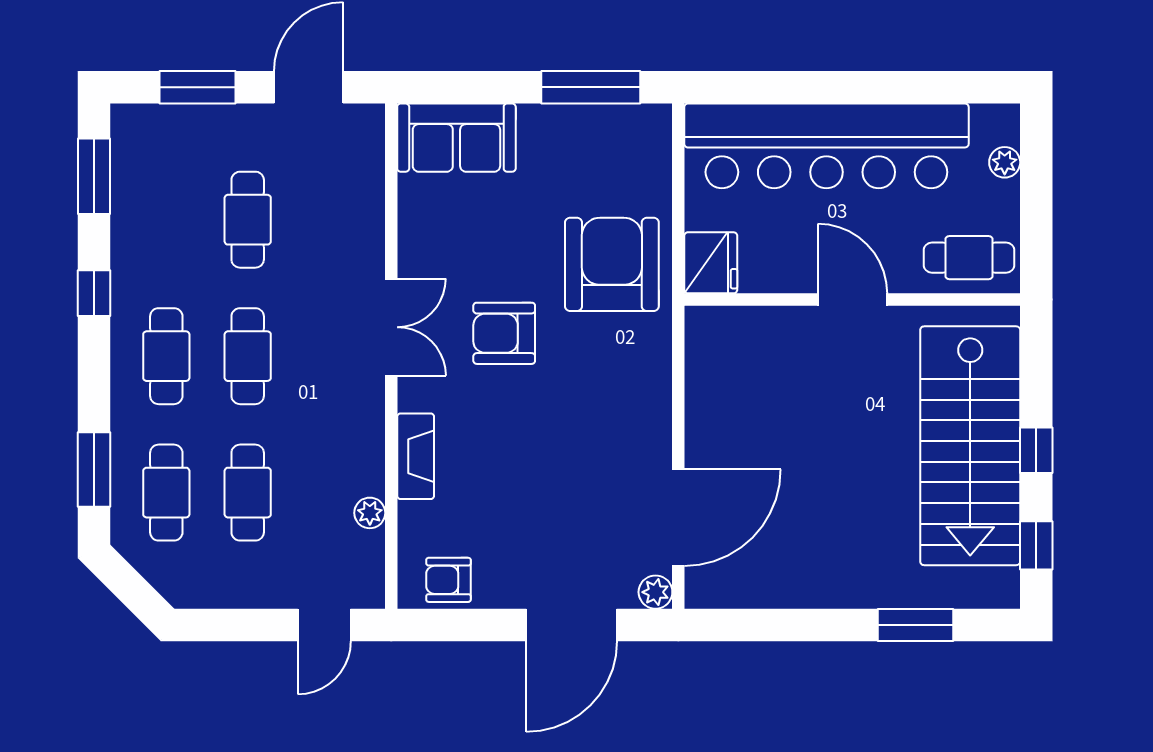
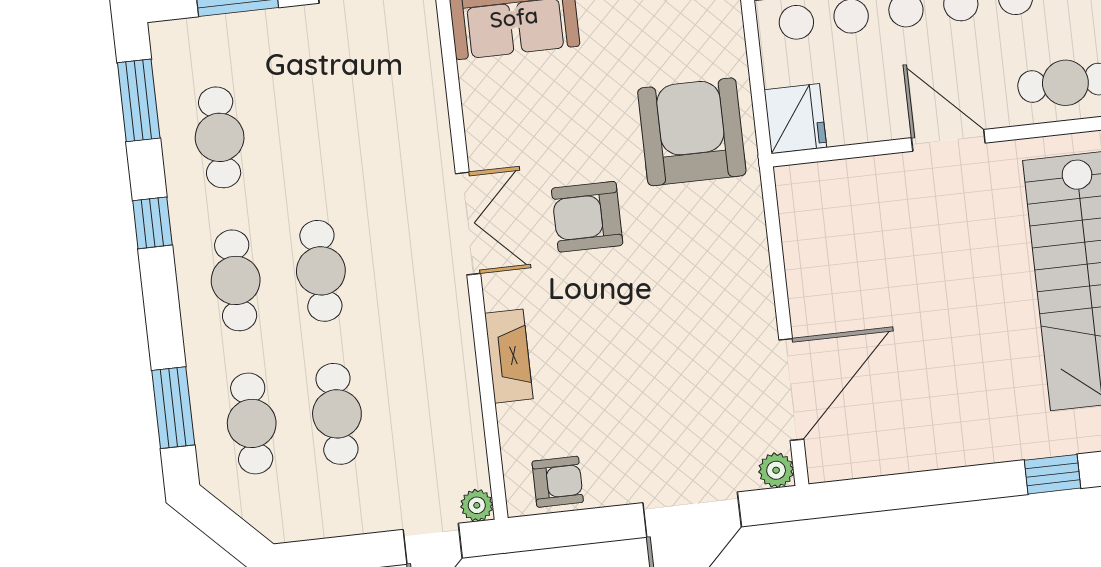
cafe table: (248, 220) -> (220, 137), moved
plant: (370, 513) -> (477, 505), moved
armchair: (448, 580) -> (558, 482), turned 180
window: (916, 625) -> (1053, 474), width x0.67

